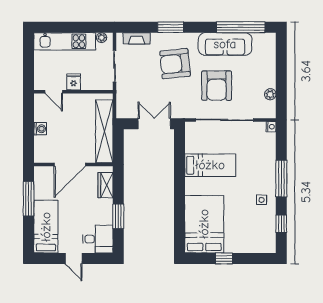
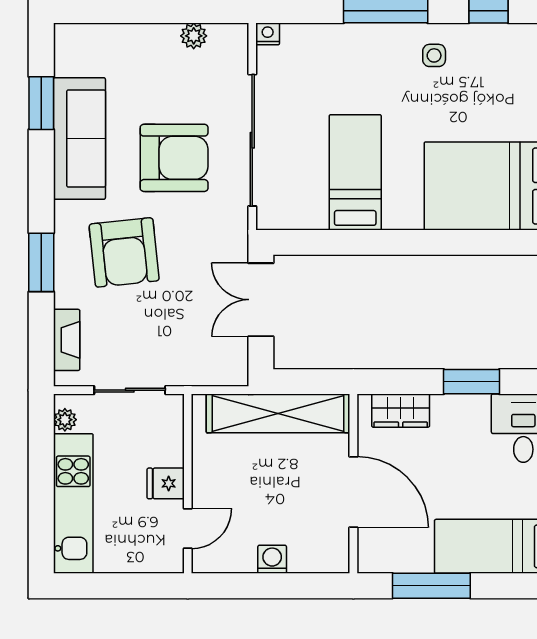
window: (241, 27) -> (41, 103), width x0.47

